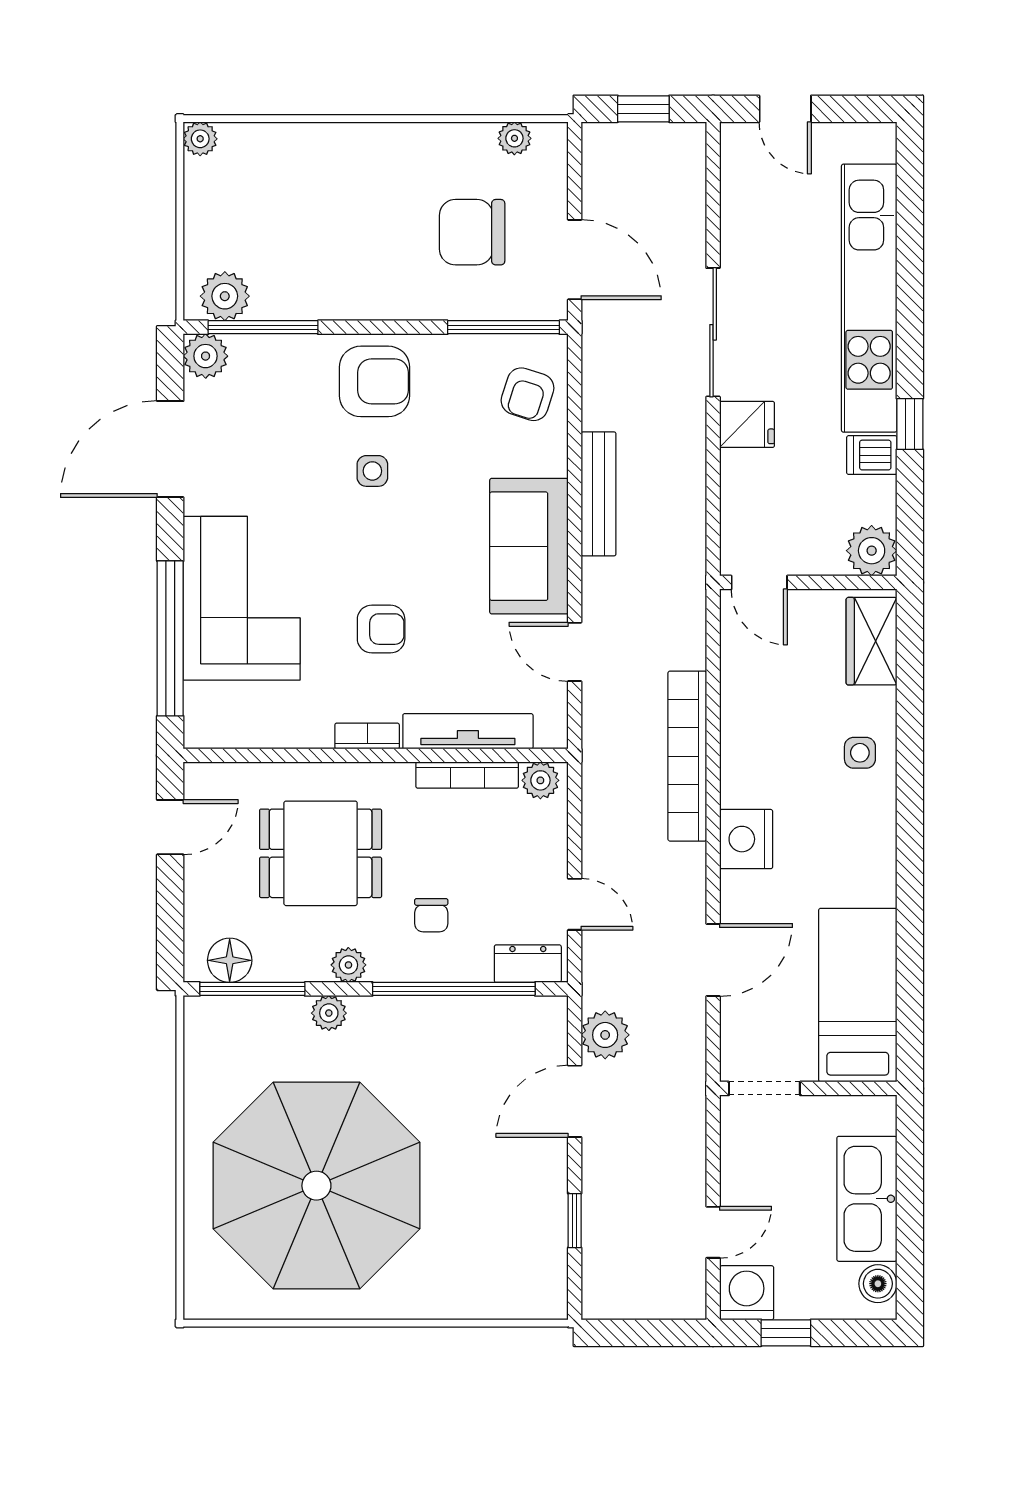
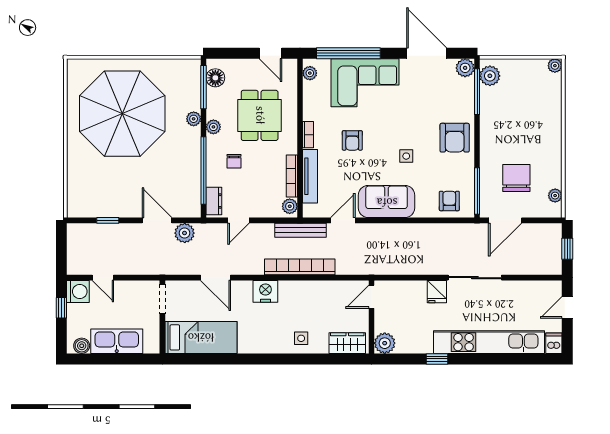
armchair: (528, 394) -> (449, 201), turned 72
dishwasher: (872, 455) -> (554, 343), moved
side table: (372, 471) -> (406, 156), moved
bench: (598, 494) -> (300, 230), moved
plant: (218, 732) -> (310, 73), added
chair: (431, 915) -> (234, 161), turned -90

